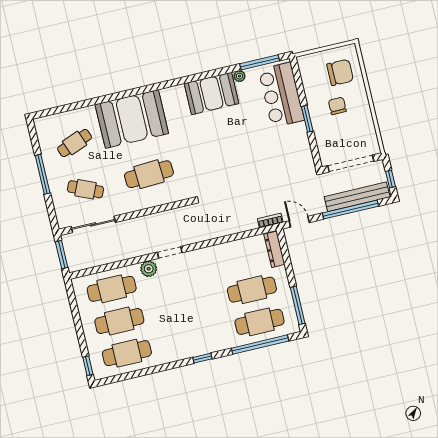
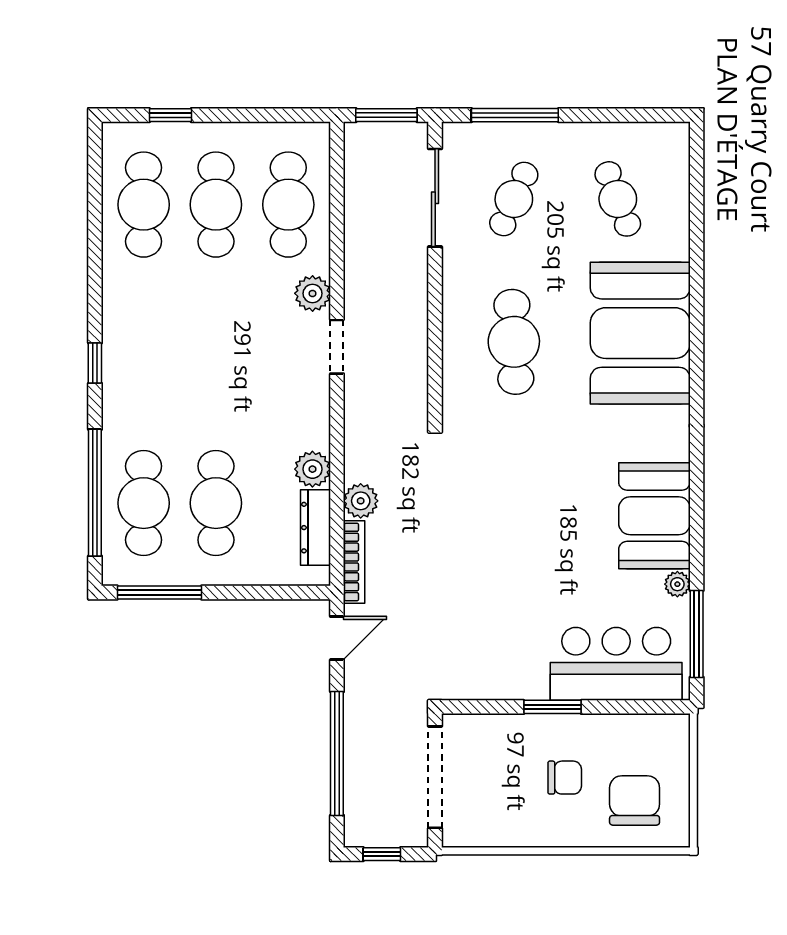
chair: (340, 72) -> (635, 800), turned 180
window: (43, 174) -> (515, 115), moved
bench: (357, 197) -> (361, 774), removed
bookcase: (270, 221) -> (354, 562), width x1.56
plant: (236, 226) -> (361, 501), added
dresser: (274, 249) -> (316, 528), moved, turned -90
plant: (227, 250) -> (312, 469), added
window: (88, 366) -> (170, 115), moved

